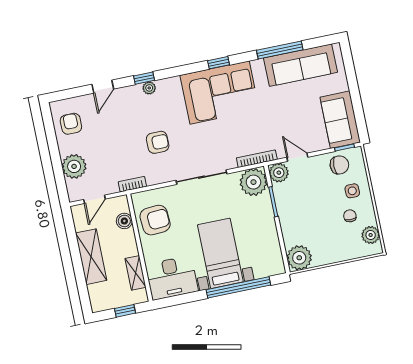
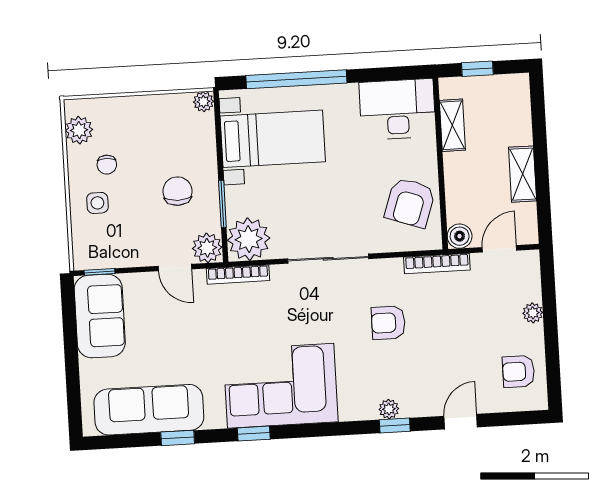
window: (280, 50) -> (178, 438), width x0.46
window: (219, 63) -> (254, 434), moved
armchair: (71, 124) -> (518, 371), turned 90
chair: (339, 165) -> (177, 191), moved, turned 89
plant: (74, 166) -> (533, 313), width x0.53, depth x0.53
bookcase: (132, 184) -> (437, 264), width x1.56
armchair: (155, 220) -> (410, 203), turned -67
boiler: (124, 221) -> (460, 236), moved
bed with nightstands: (220, 253) -> (273, 139), moved, turned -90
shelving: (91, 257) -> (523, 174), width x0.67, depth x0.75
plant: (299, 258) -> (203, 102), width x0.53, depth x0.53

